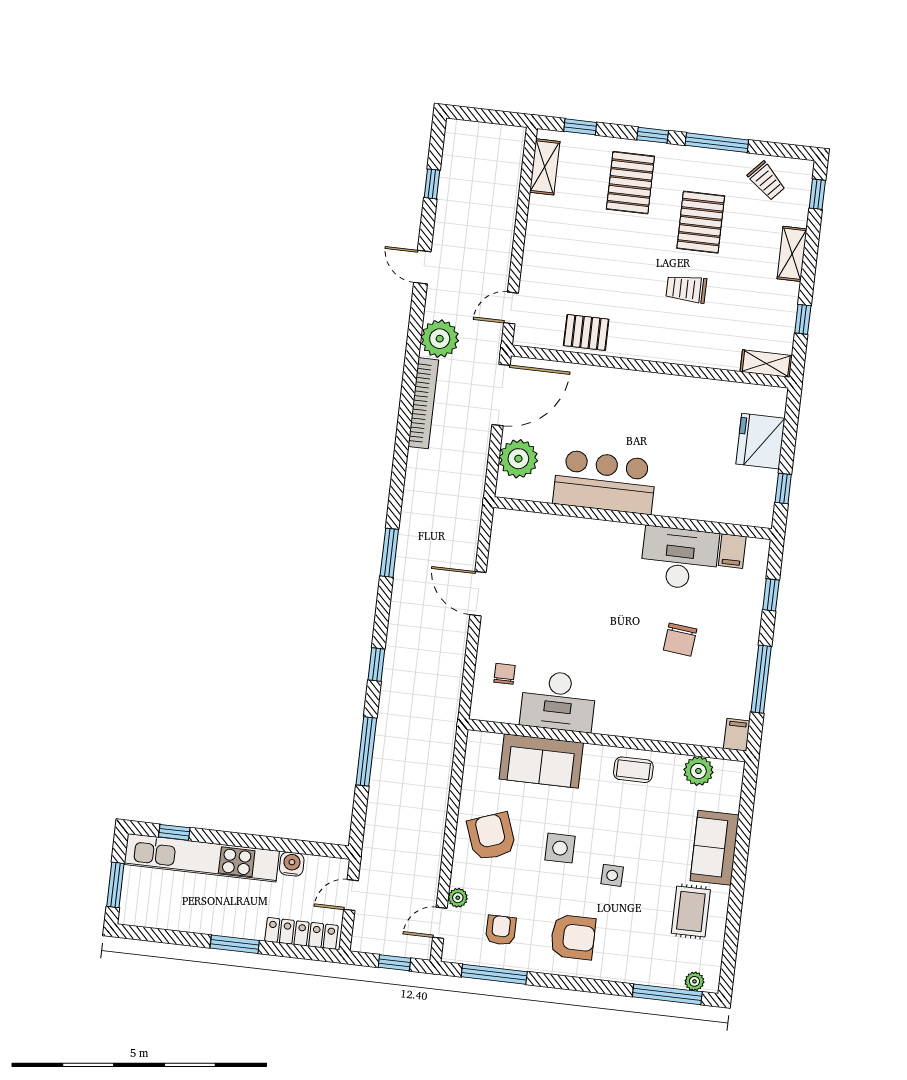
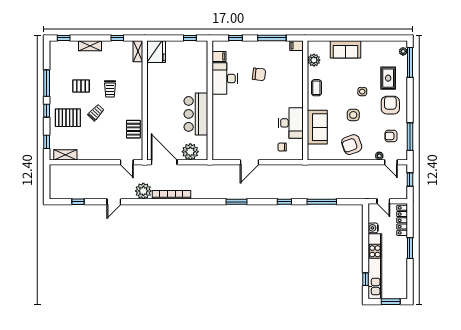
trolley: (766, 181) -> (96, 113), moved
pallet: (701, 222) -> (81, 86), width x0.67, depth x0.71
fridge: (760, 441) -> (156, 52), moved, turned -90
rug: (691, 911) -> (388, 78), moved, turned 90

